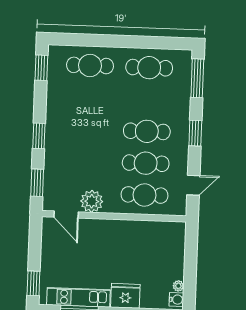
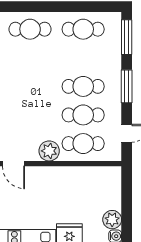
window: (195, 133) -> (127, 86), width x1.44
plant: (92, 201) -> (49, 151), moved
plant: (178, 286) -> (112, 220), width x1.88, depth x1.88

